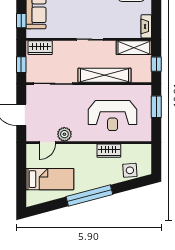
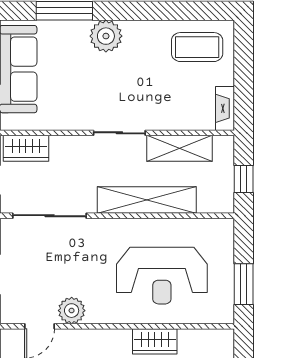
shelving: (134, 48) -> (180, 148), moved
window: (156, 107) -> (244, 284), moved

